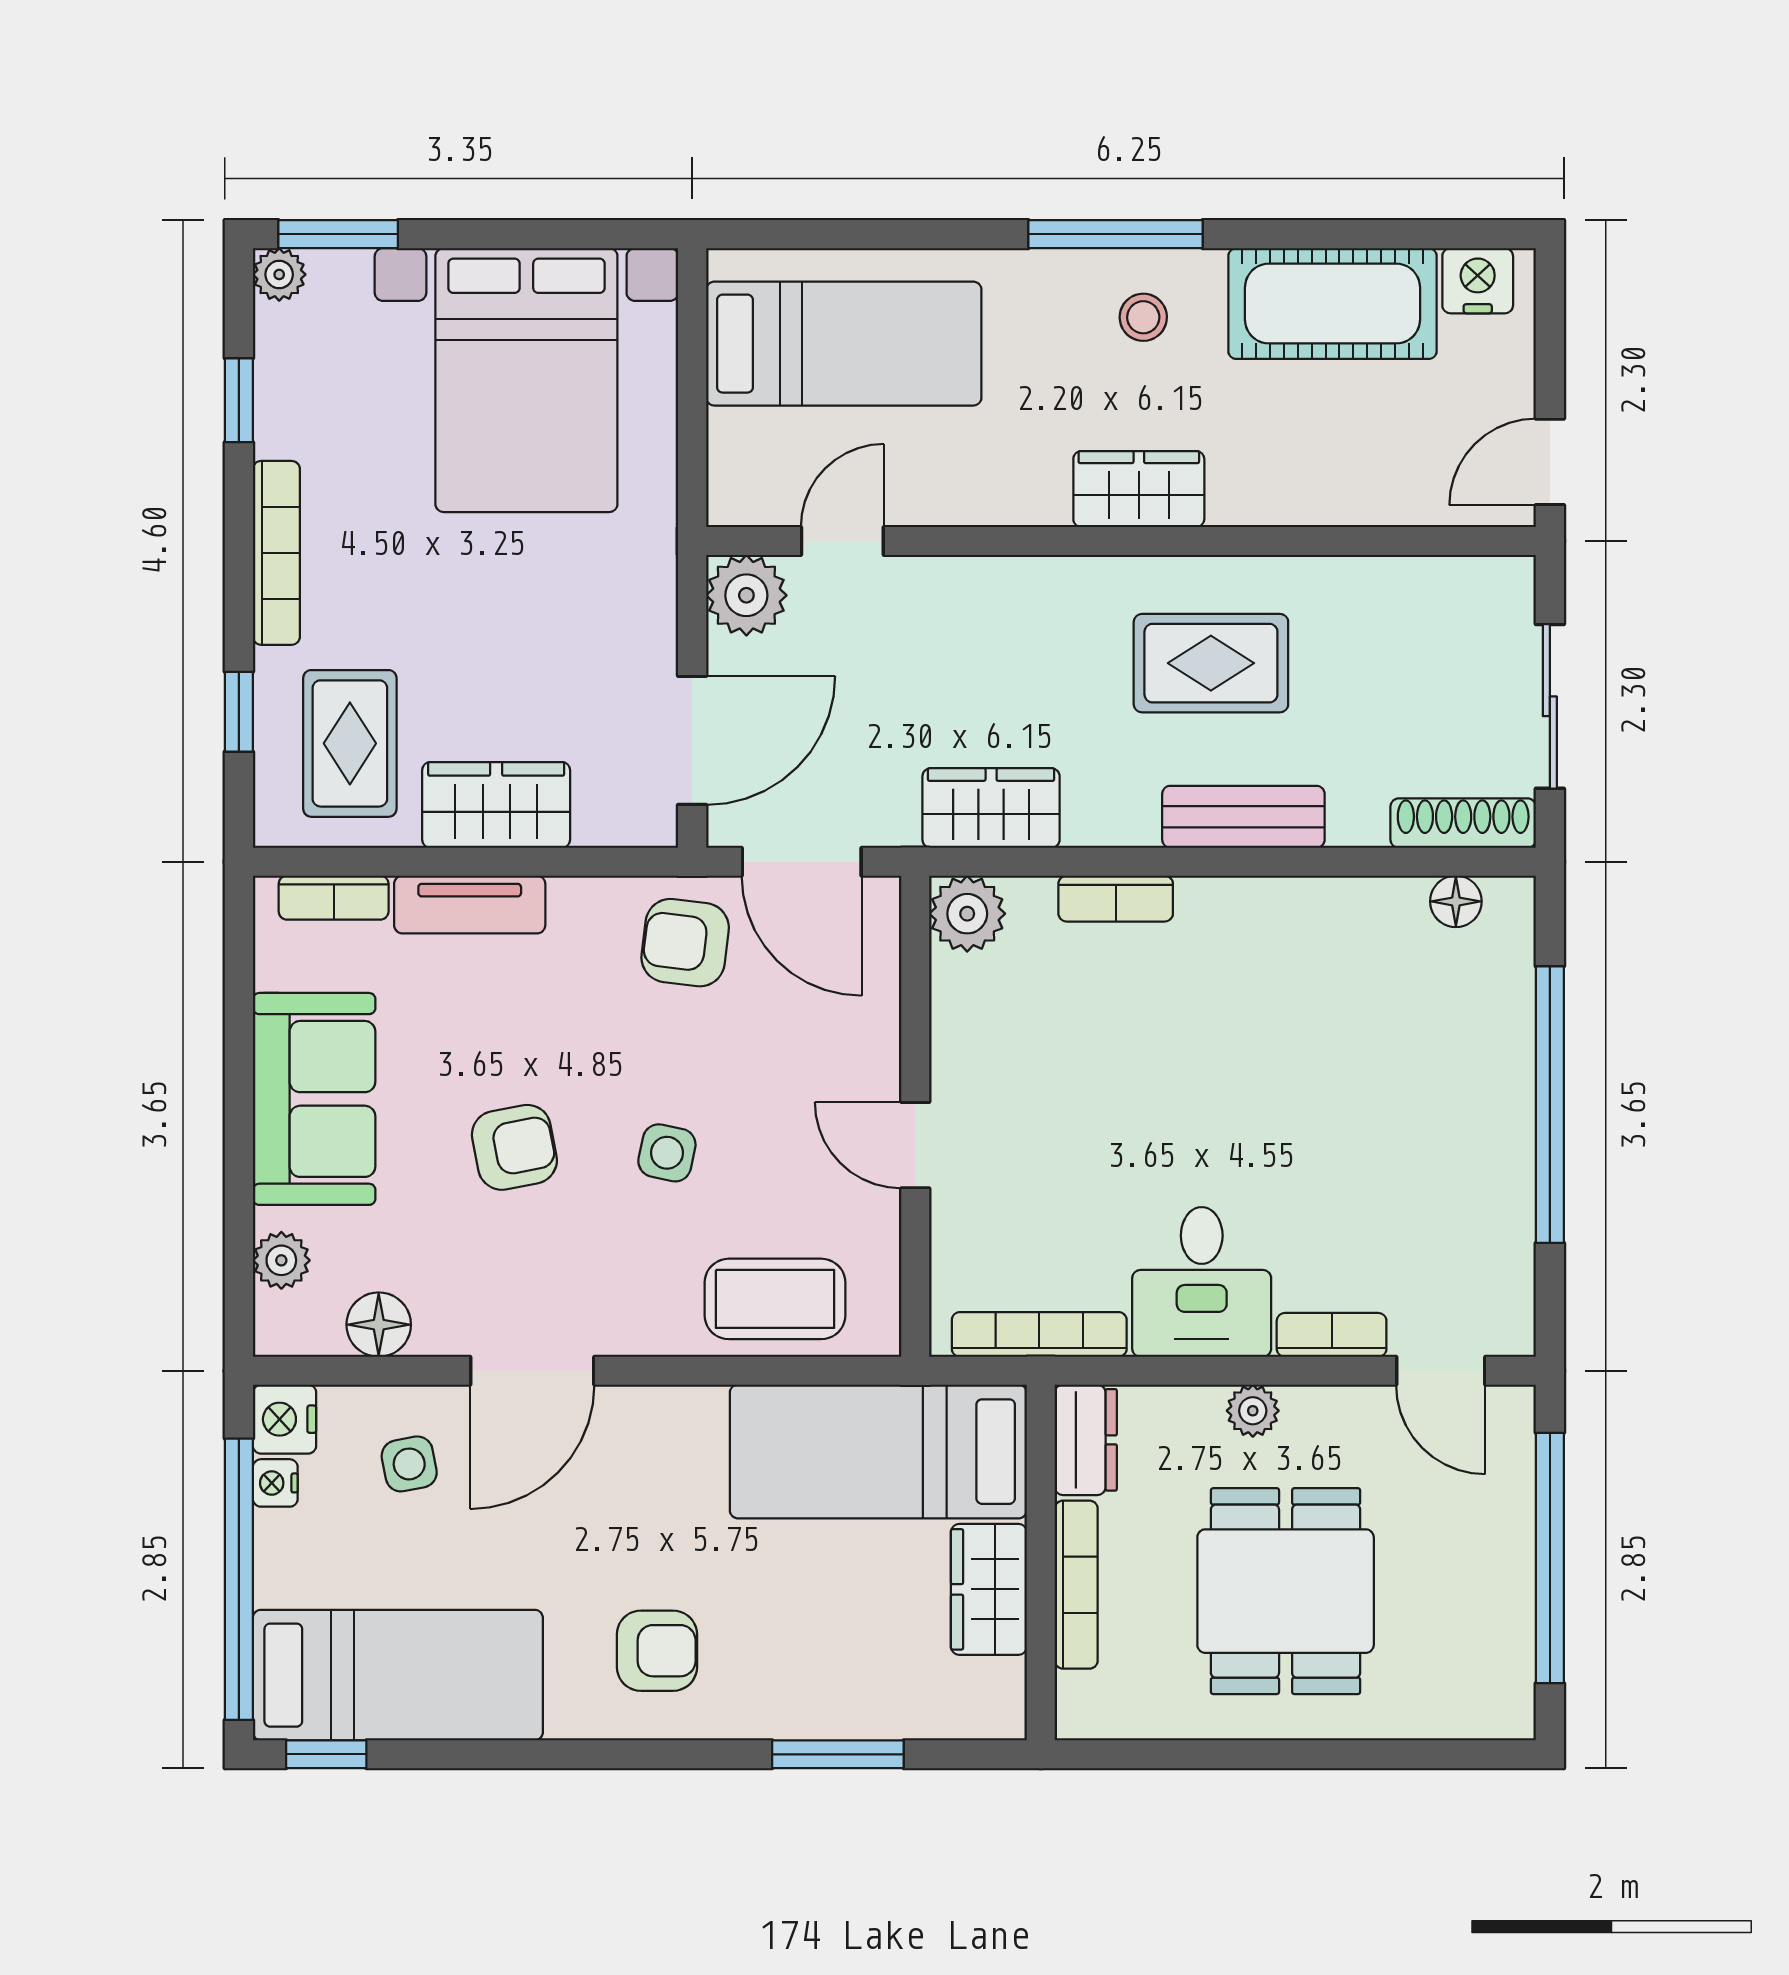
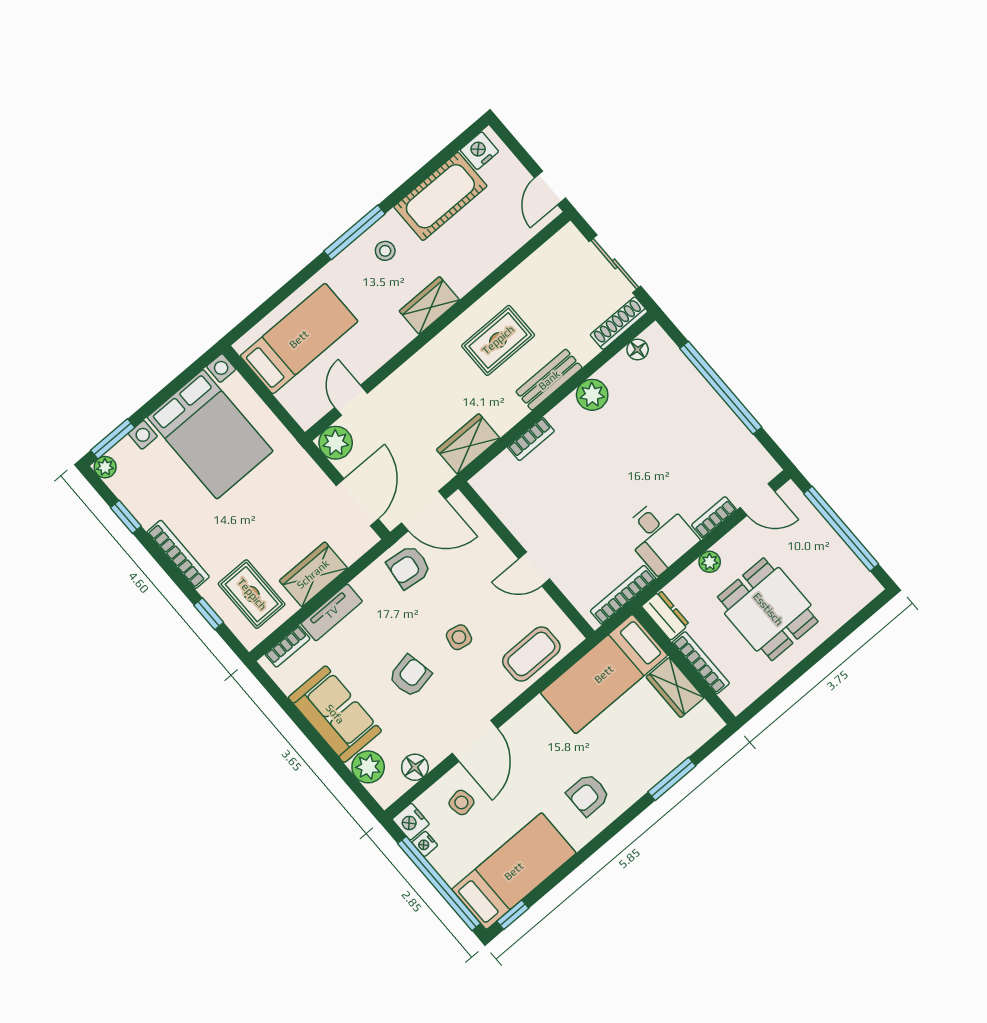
plant: (967, 914) -> (592, 395), moved
plant: (281, 1260) -> (368, 767), width x1.38, depth x1.38
armchair: (657, 1651) -> (588, 795), turned 180

